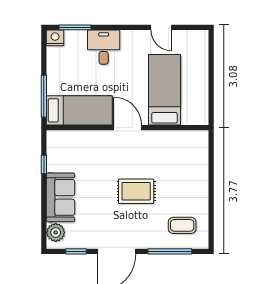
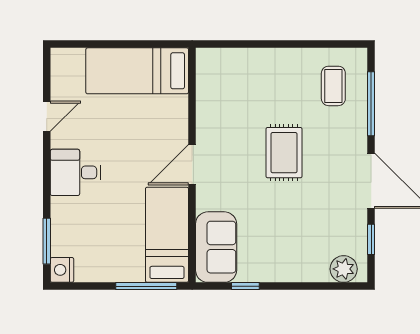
desk: (104, 47) -> (76, 172), moved
bed: (164, 90) -> (137, 71), moved
sofa: (60, 197) -> (216, 247), moved, turned 90

